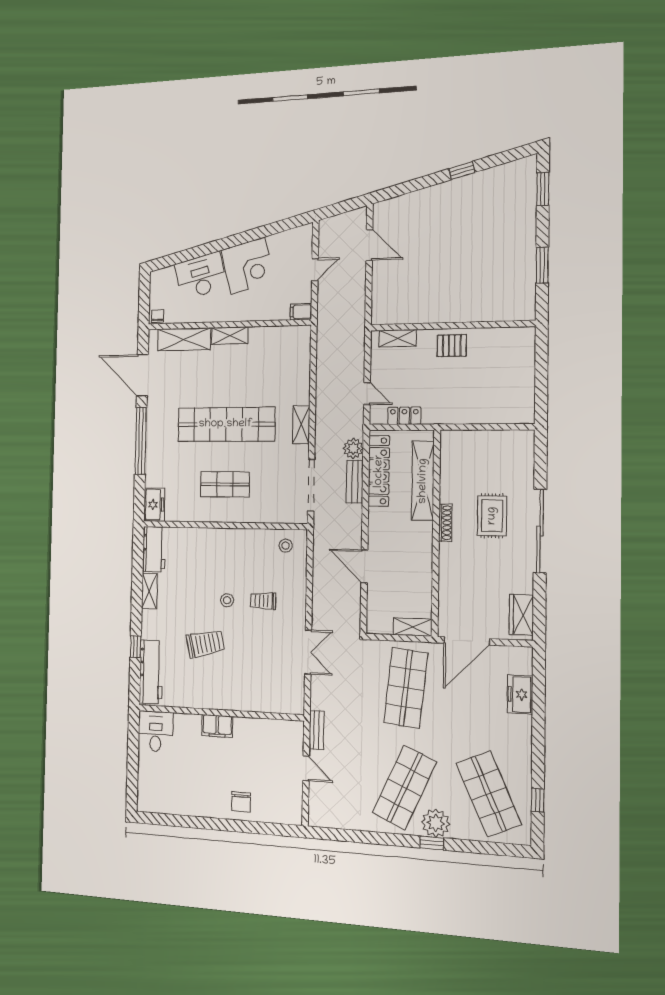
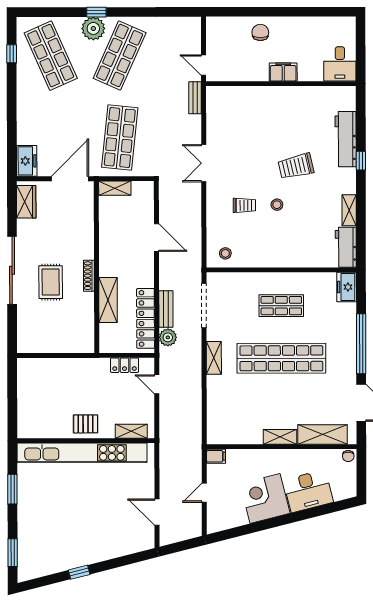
kitchen unit: (456, 311) -> (82, 453), added
shelving: (423, 481) -> (108, 300), width x0.68
freezer: (520, 694) -> (27, 161), moved
wall: (220, 713) -> (281, 84), moved
filing cabinet: (217, 726) -> (283, 72), moved
desk: (156, 731) -> (340, 64), moved

